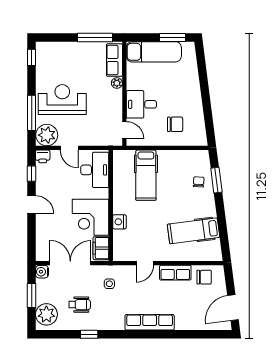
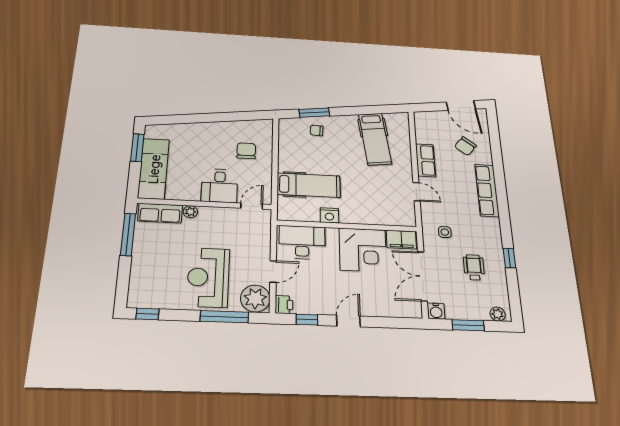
nightstand: (119, 222) -> (329, 215), moved
chair: (204, 277) -> (465, 146), moved, turned -142
plant: (46, 314) -> (498, 314), width x0.53, depth x0.53

